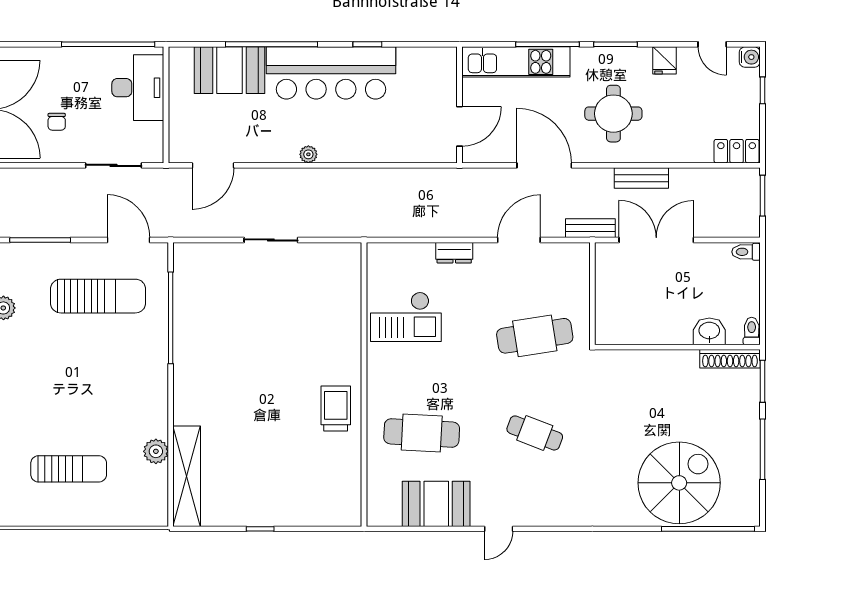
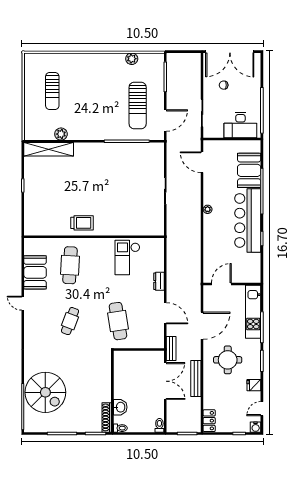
door: (460, 126) -> (221, 284), swing flipped
bench: (641, 178) -> (196, 379), width x1.36

